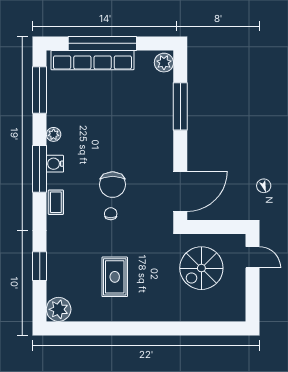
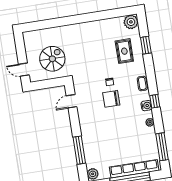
window: (40, 169) -> (155, 101), width x0.46
chair: (113, 185) -> (111, 99), turned -90
door: (180, 191) -> (72, 101), width x0.53
rug: (115, 277) -> (124, 51), moved

